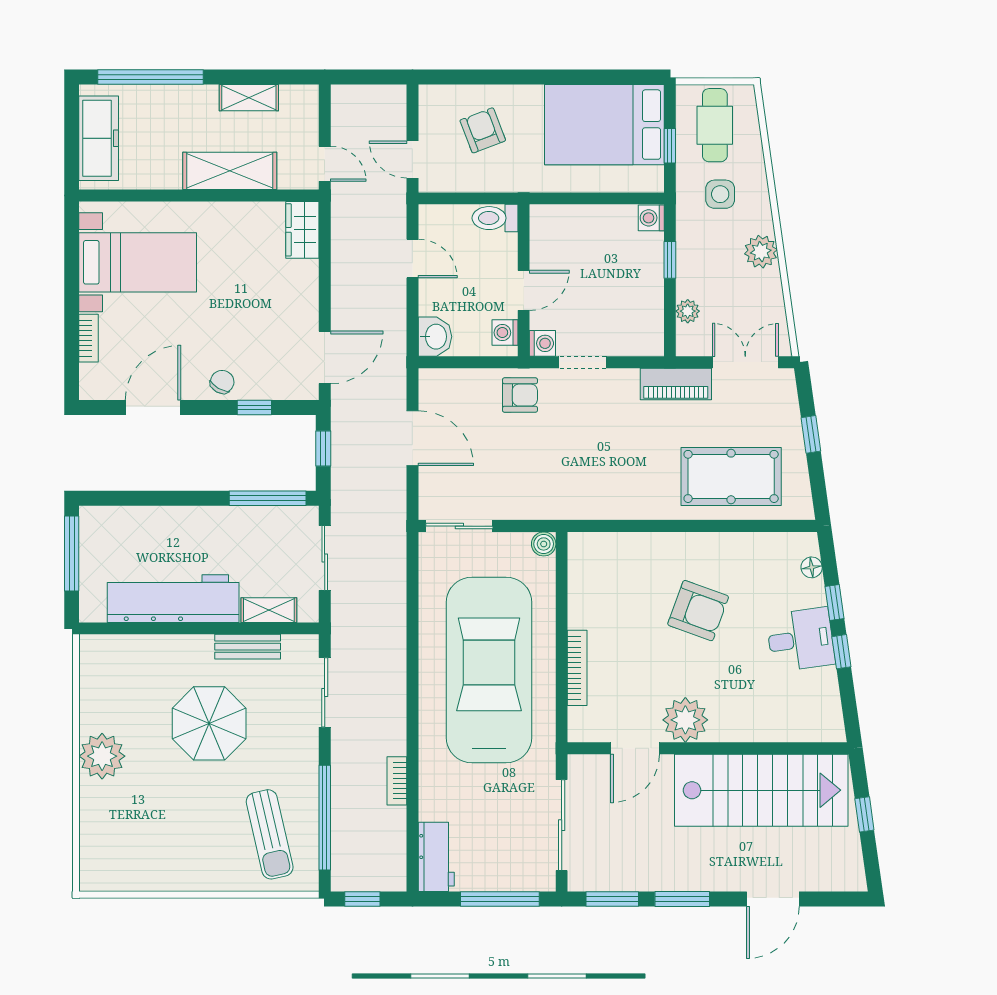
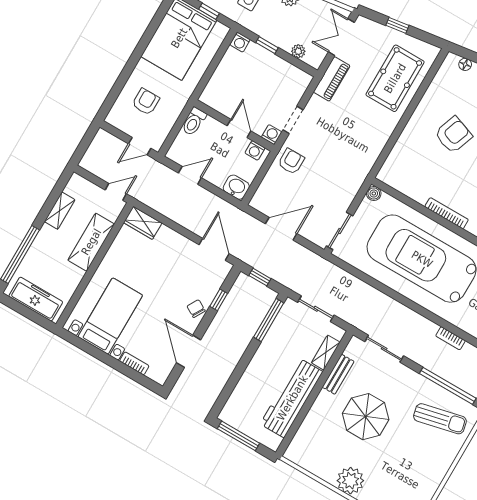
armchair: (483, 130) -> (146, 102), turned 111

